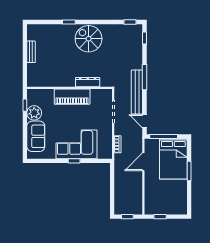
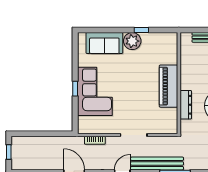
dresser: (88, 82) -> (186, 105), moved
wall: (69, 88) -> (179, 83), moved
piano: (72, 97) -> (169, 86), moved

